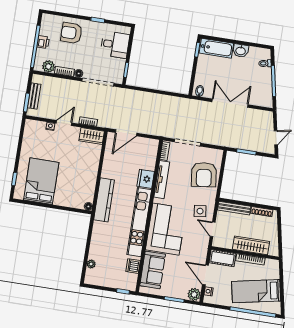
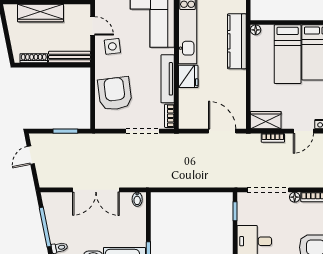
door: (126, 133) -> (222, 131), hinge flipped
bed: (67, 184) -> (288, 54), added

